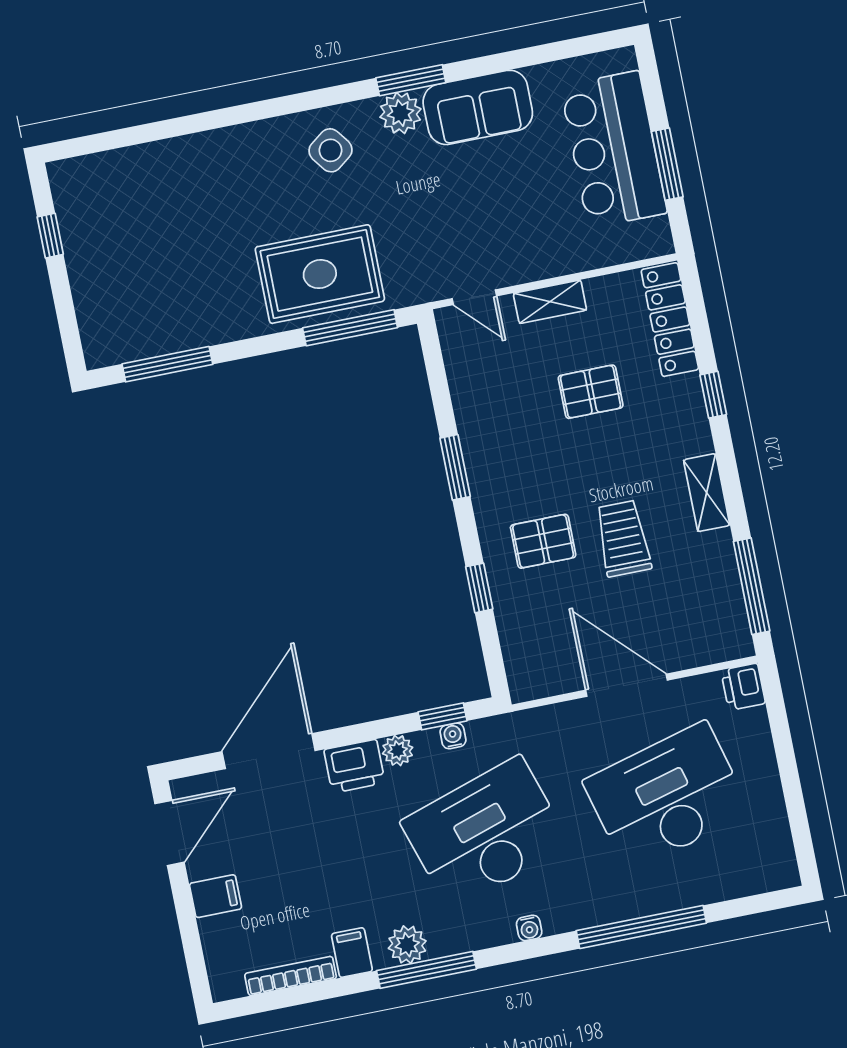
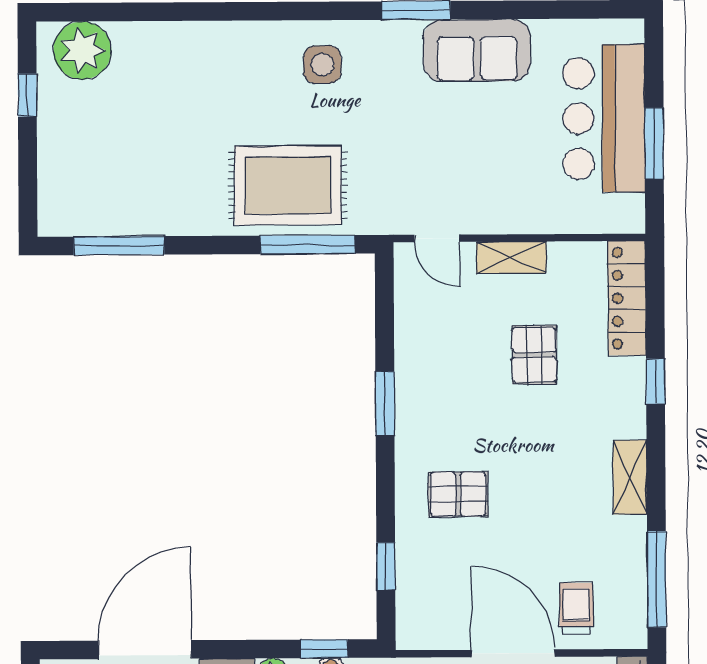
plant: (400, 113) -> (82, 50), moved, width x1.36, depth x1.36
side table: (330, 150) -> (322, 65), turned 37
pallet: (591, 392) -> (534, 355), turned 90
trolley: (623, 538) -> (576, 608), moved, width x0.73, depth x0.72
window: (479, 588) -> (386, 566), moved

